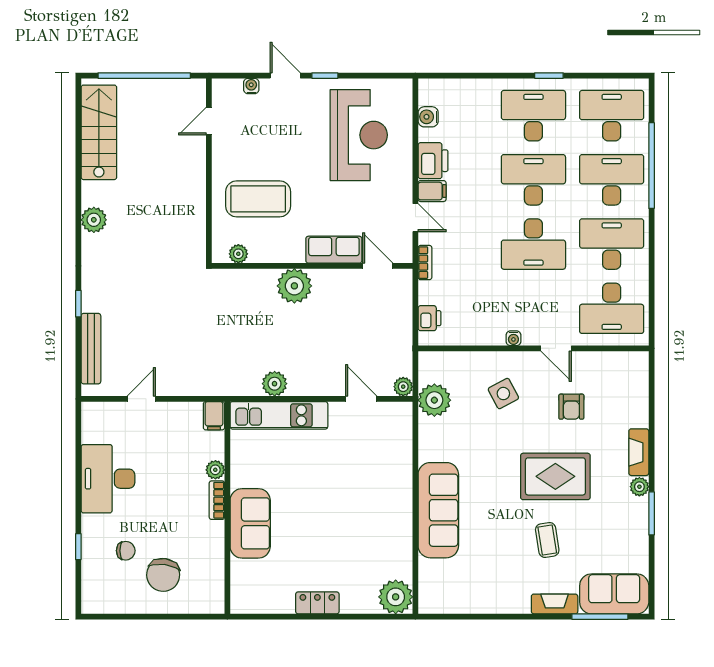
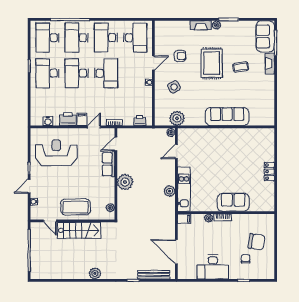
stairs: (99, 132) -> (79, 230), moved, turned 180
coffee table: (258, 199) -> (76, 207), moved, turned 90
door: (141, 399) -> (176, 252), width x1.87
plant: (396, 597) -> (267, 136), removed

